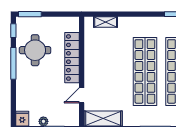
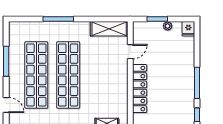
round table: (35, 50) -> (176, 96), removed

